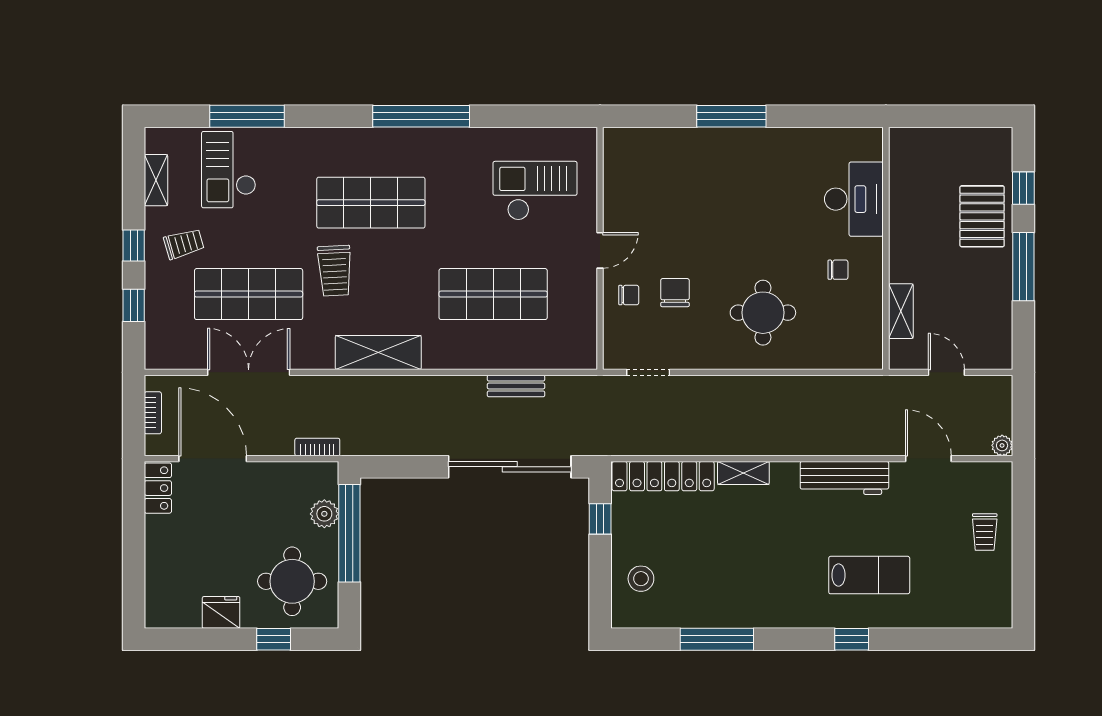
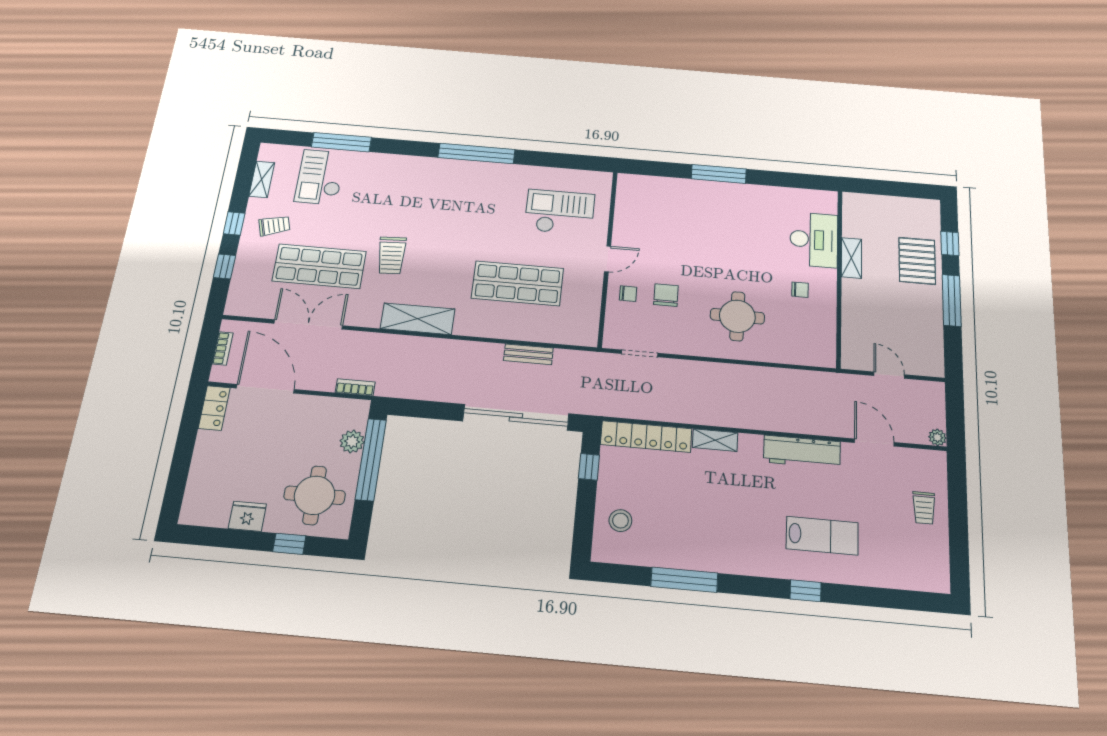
shop shelf: (371, 203) -> (428, 209), removed
shelving: (901, 311) -> (852, 258), moved

